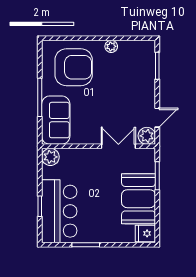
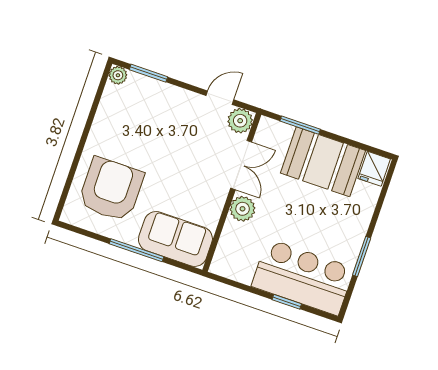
plant: (111, 46) -> (118, 75), moved
door: (157, 118) -> (220, 98), hinge flipped
double door: (118, 146) -> (241, 165), swing flipped
plant: (50, 157) -> (243, 209), moved

